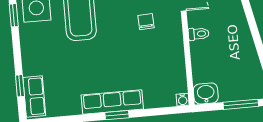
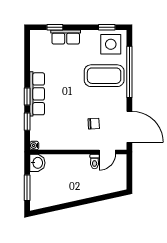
toilet: (199, 34) -> (95, 161), moved
row of seats: (34, 96) -> (66, 37), moved
window: (151, 112) -> (27, 122), added

